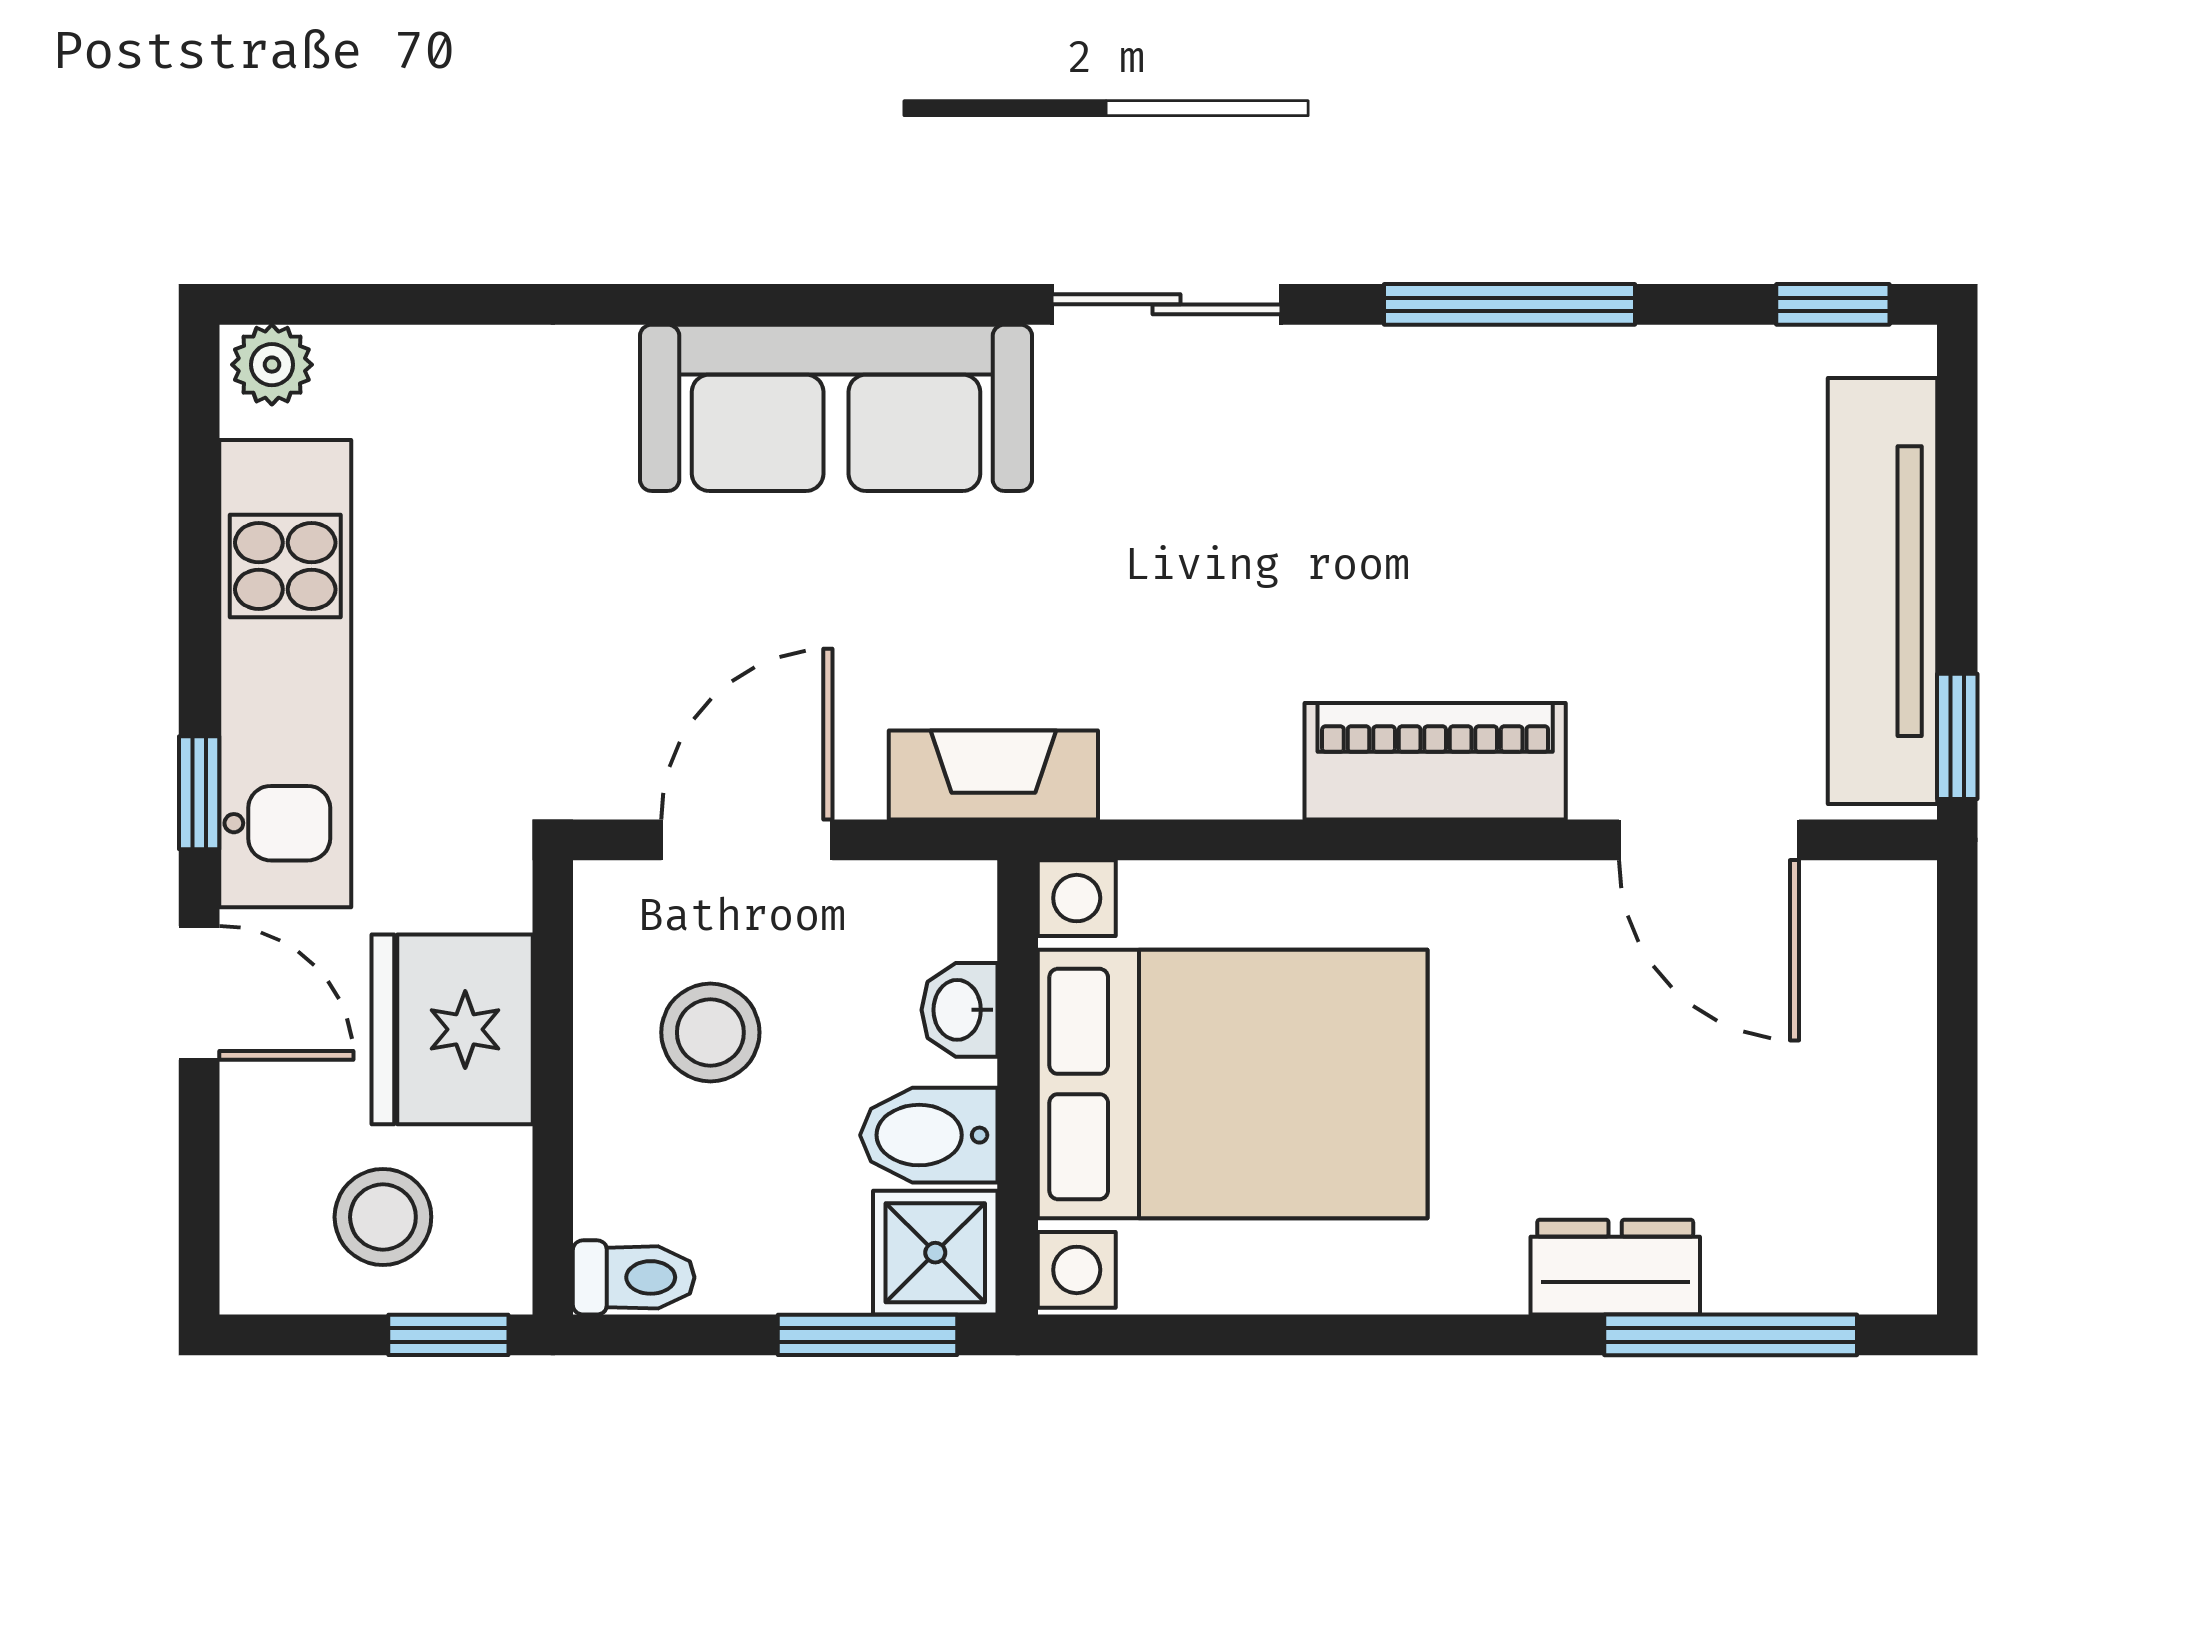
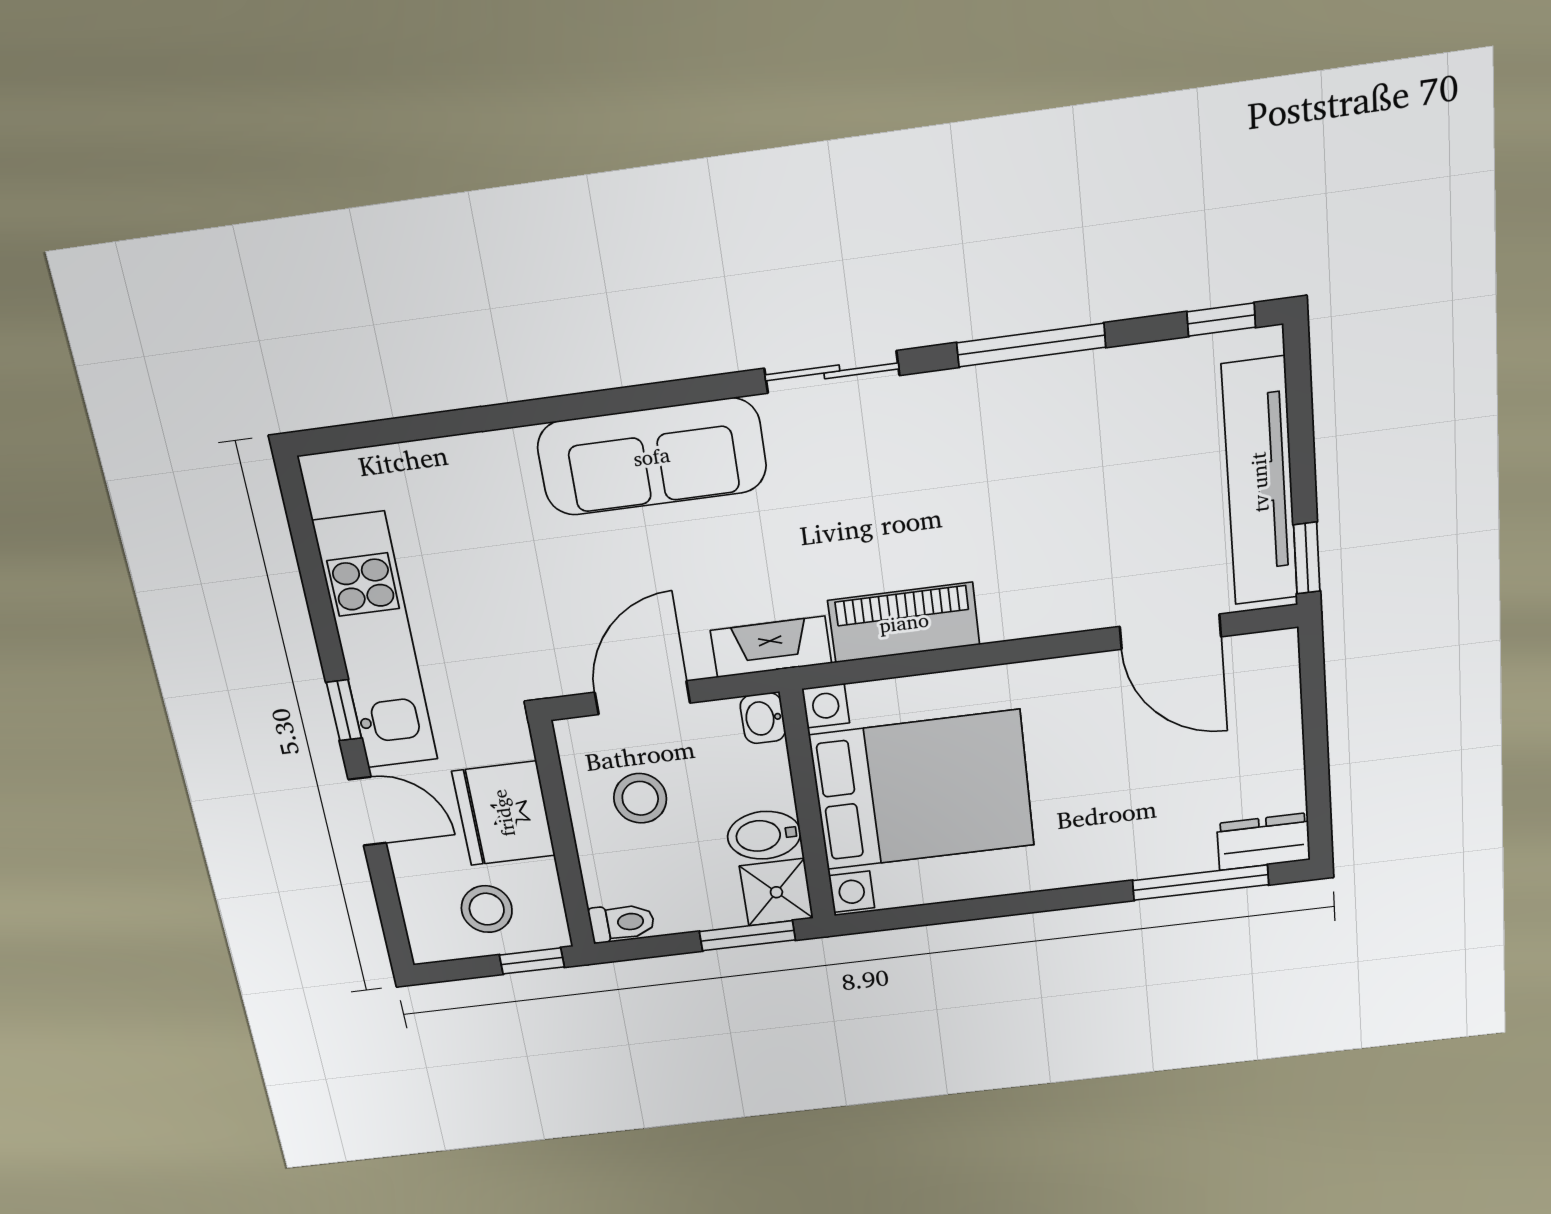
plant: (272, 365) -> (331, 474), removed
piano: (1435, 761) -> (904, 623), moved
washbasin: (959, 1010) -> (763, 718), moved
dresser: (1615, 1267) -> (1264, 842), moved

